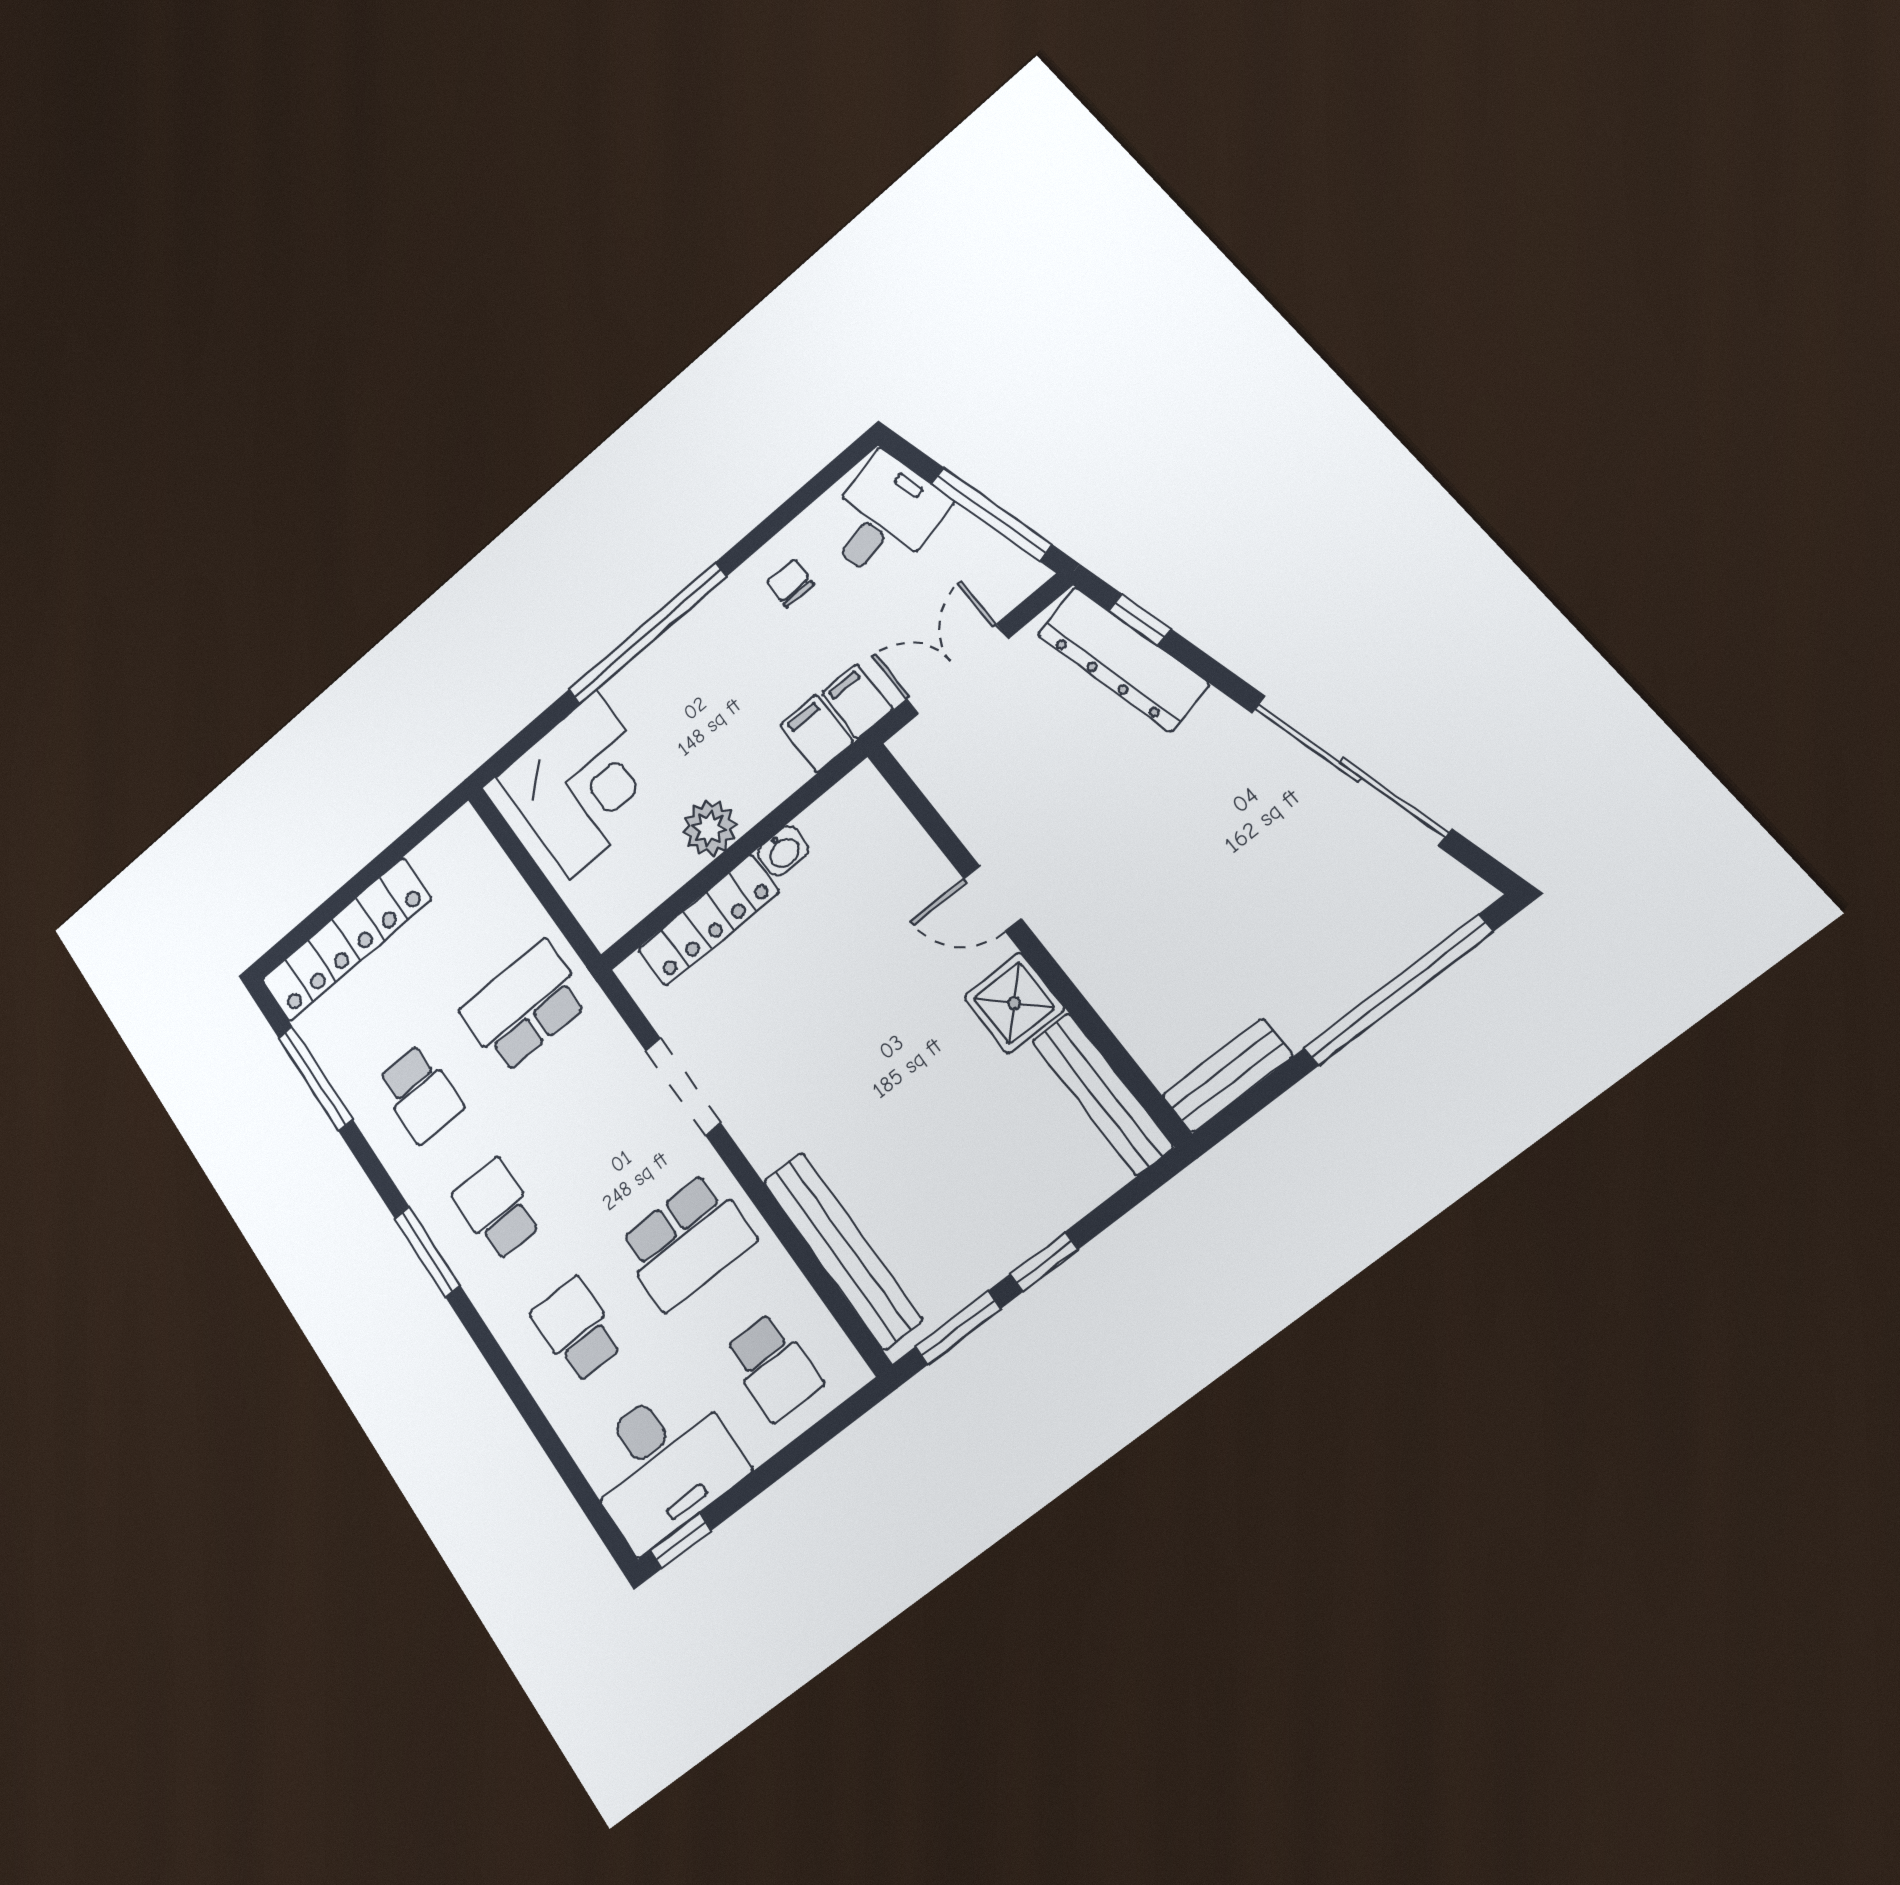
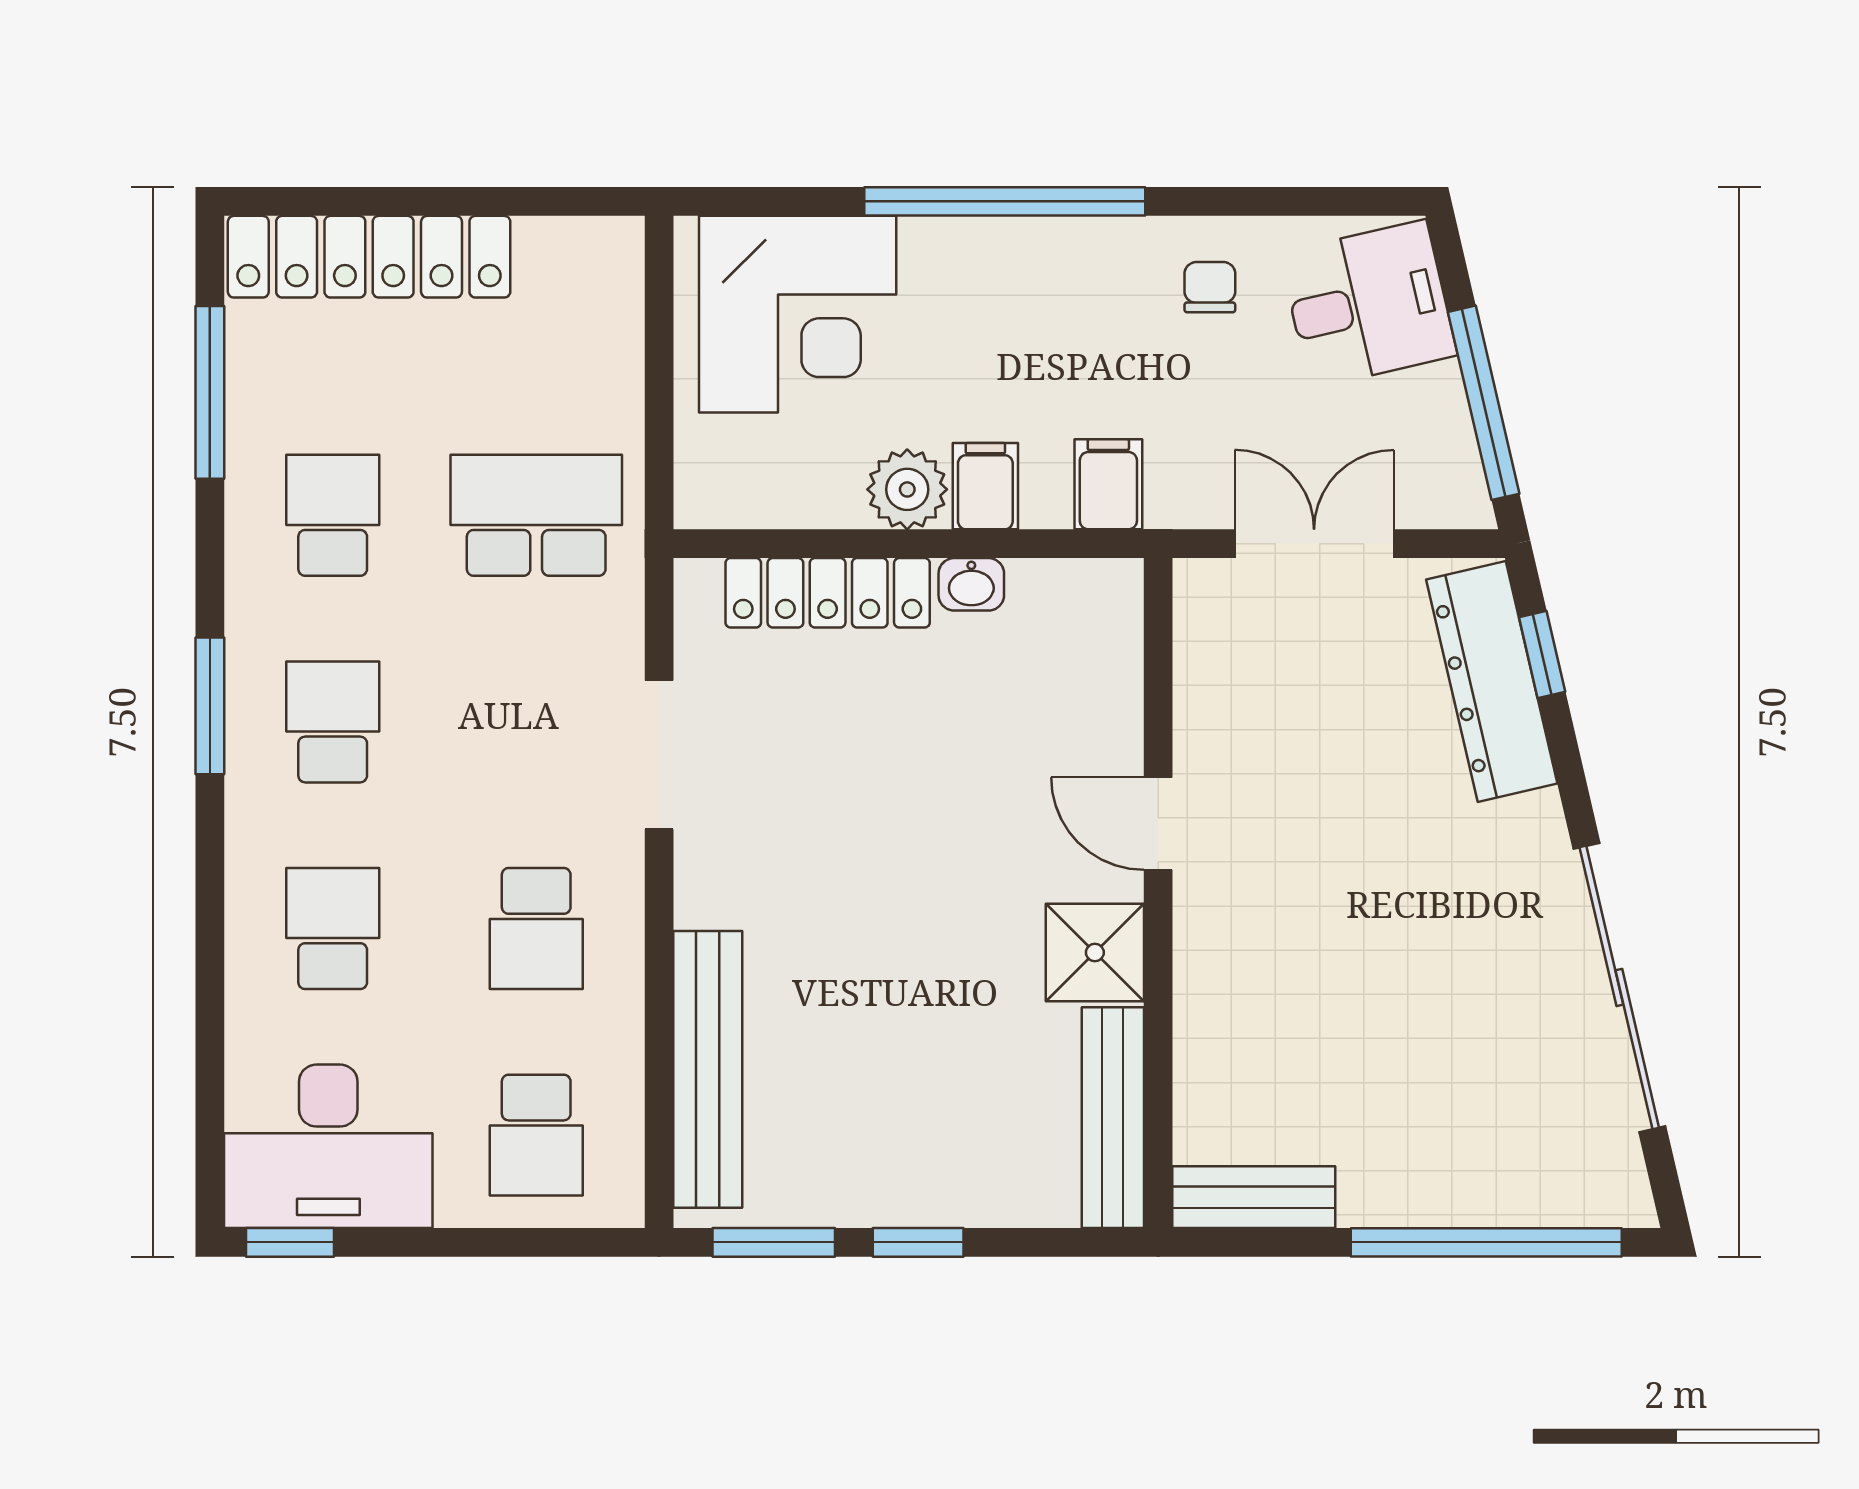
filing cabinet: (857, 701) -> (985, 486), moved
school desk: (420, 1094) -> (333, 515), turned 180
school desk: (687, 1242) -> (536, 929), width x0.54

